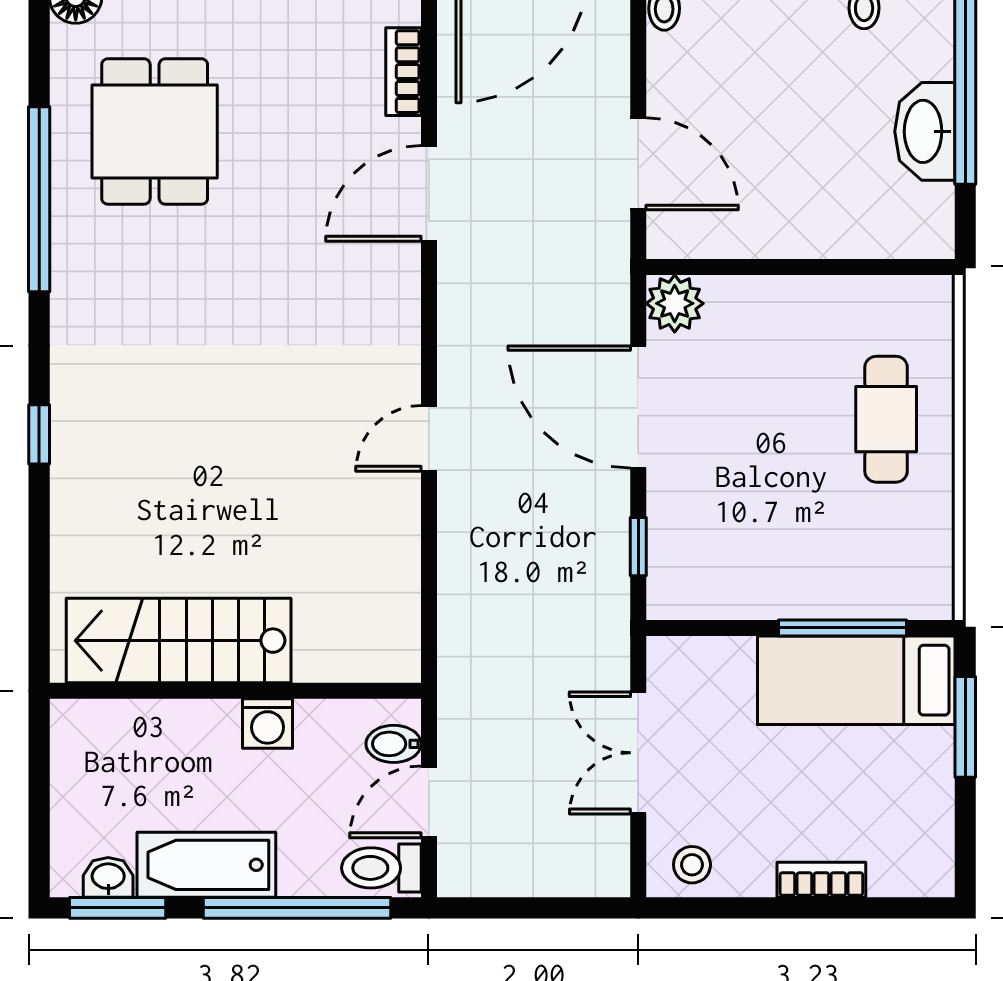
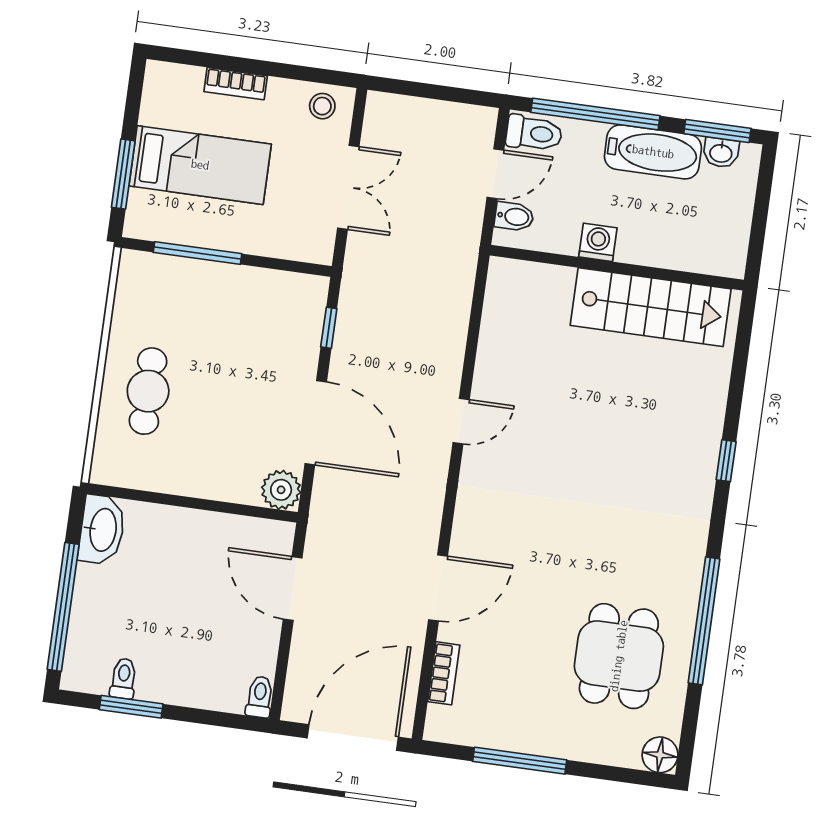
washbasin: (925, 131) -> (102, 530), moved
bed: (856, 680) -> (200, 165), moved

